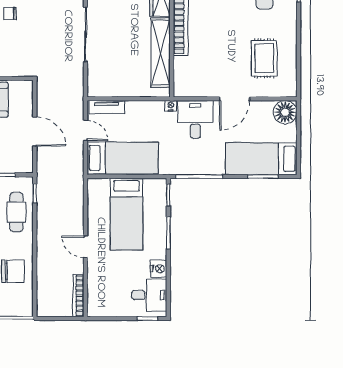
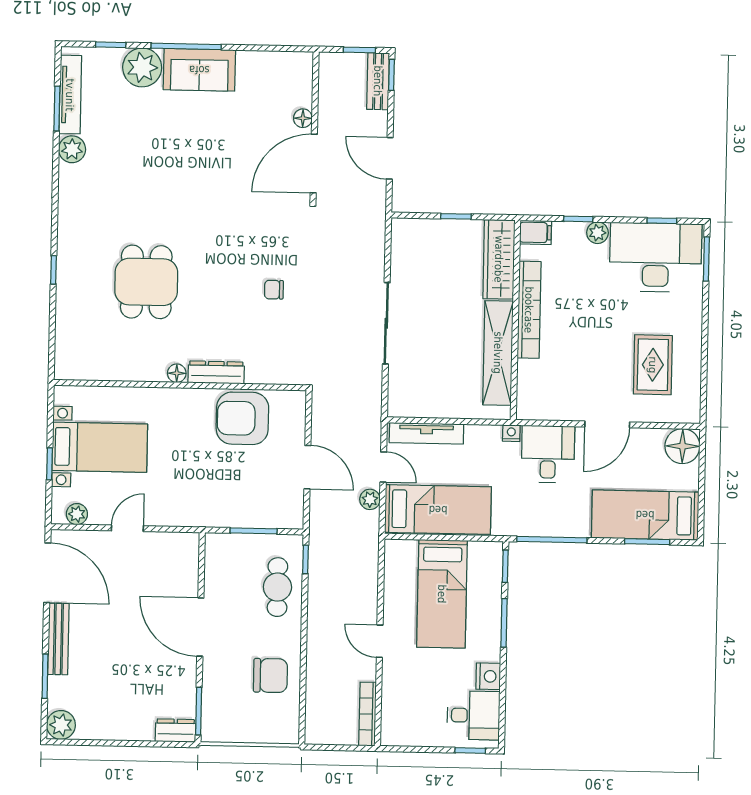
tv unit: (107, 107) -> (426, 433), width x1.41
plant: (77, 152) -> (370, 499), added

